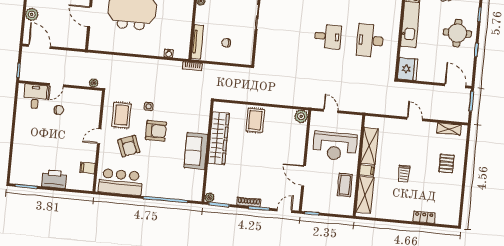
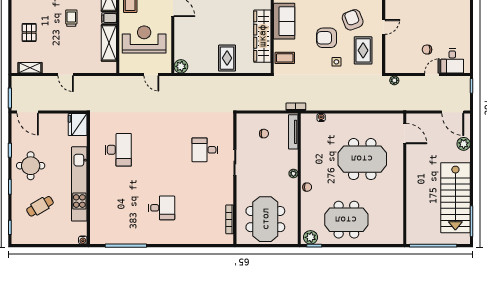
door: (90, 17) -> (405, 134), moved
desk: (328, 36) -> (205, 150), moved
coffee table: (199, 115) -> (285, 58), added

